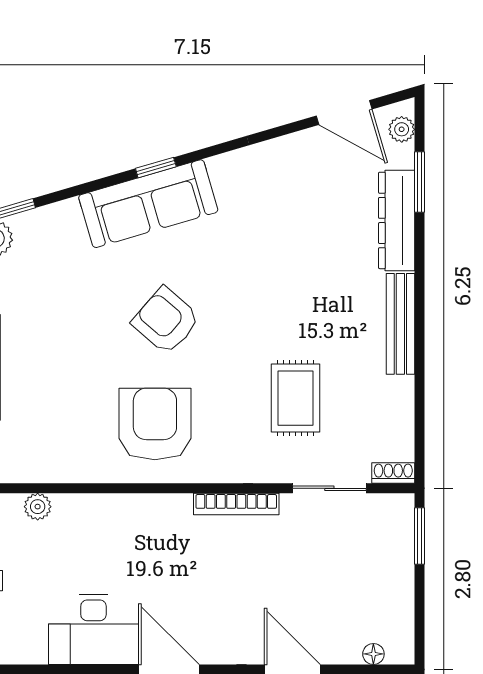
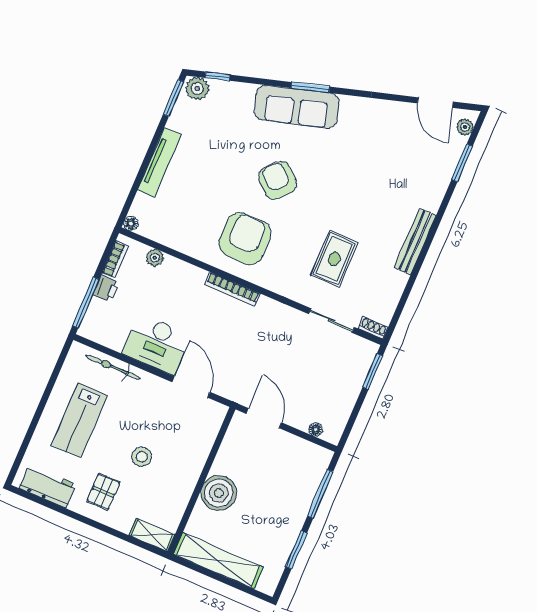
window: (156, 168) -> (310, 87), width x1.50
dresser: (397, 220) -> (439, 180), removed
bookcase: (236, 504) -> (232, 289), moved

